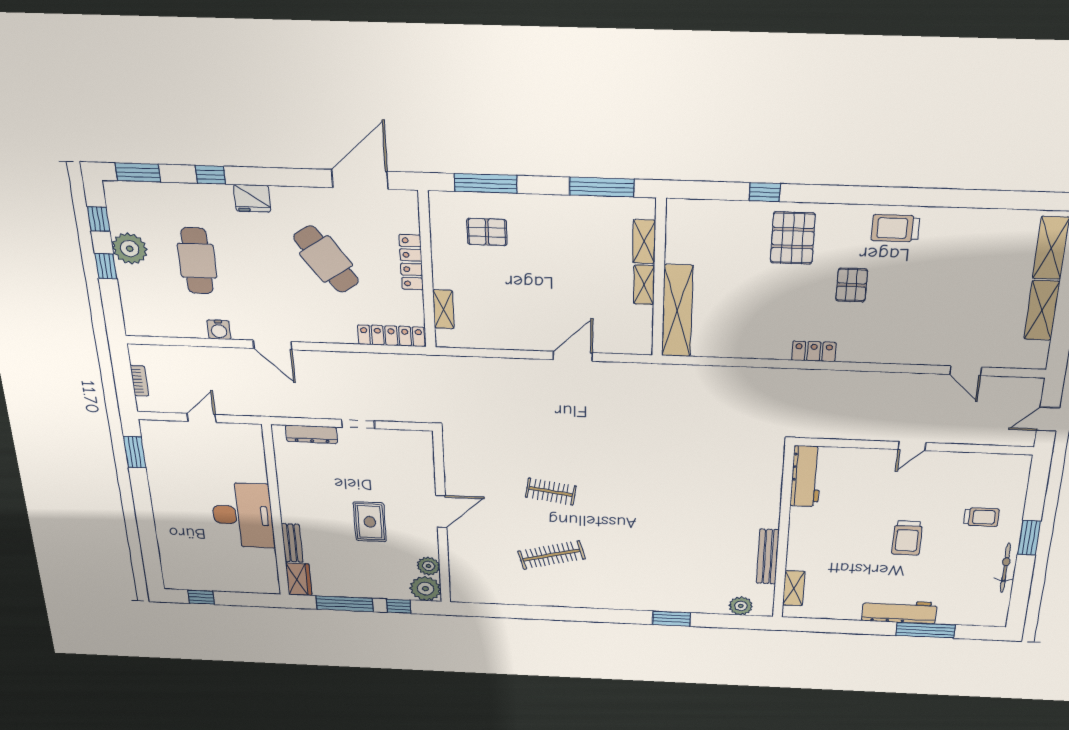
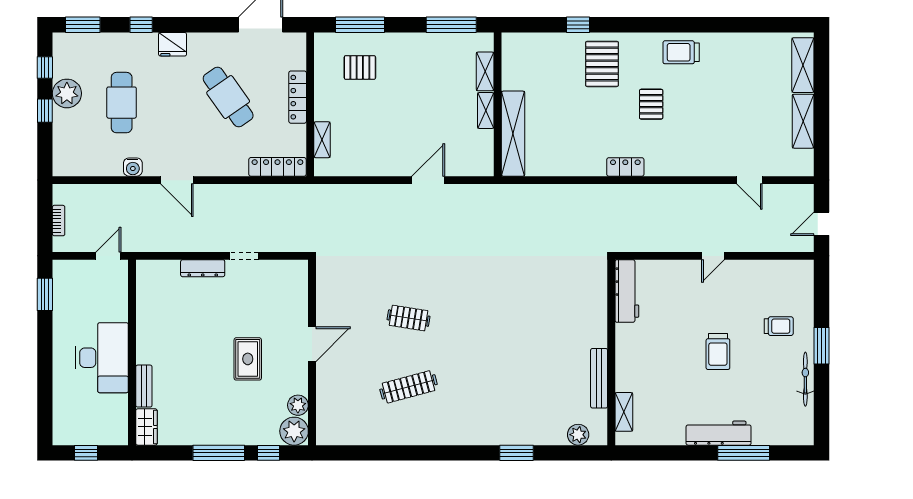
wall: (276, 512) -> (132, 352), moved
desk: (243, 515) -> (102, 358), moved
bench: (292, 543) -> (144, 386), moved
wardrobe: (299, 579) -> (146, 427), moved

